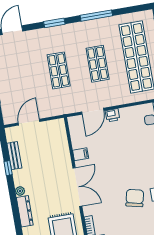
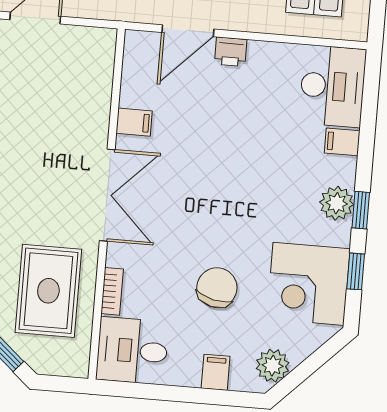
chair: (135, 198) -> (217, 288), moved

